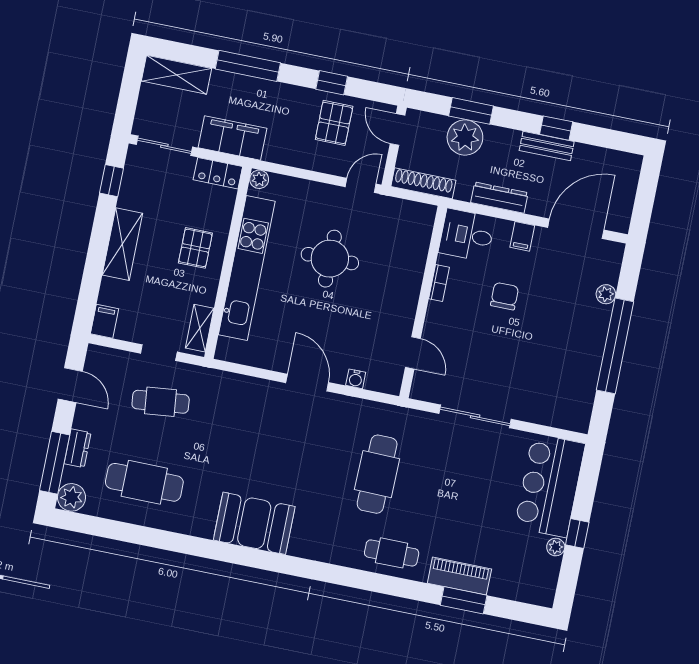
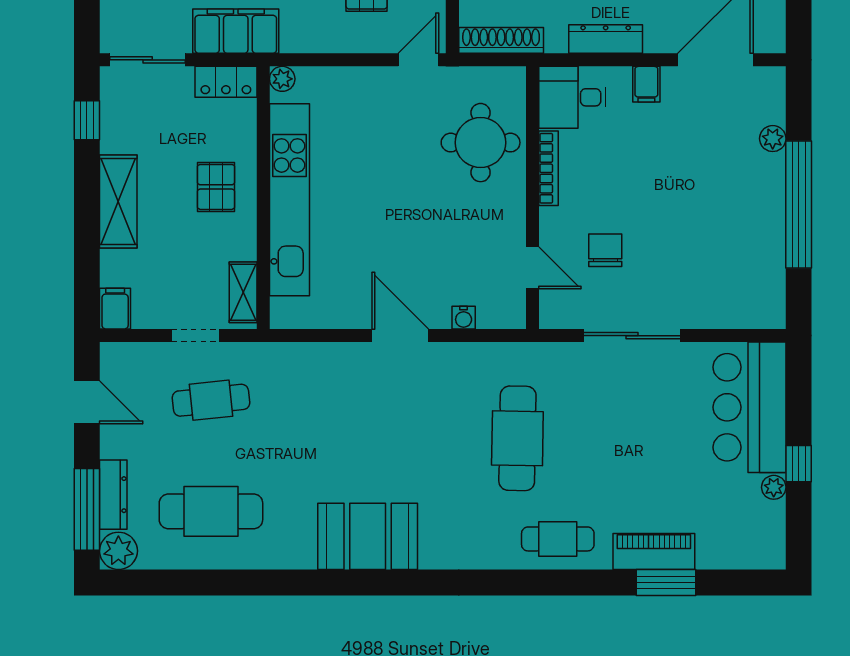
round table: (330, 259) -> (481, 143), moved
bookcase: (439, 283) -> (548, 168), width x1.56
chair: (505, 296) -> (605, 250), moved
dresser: (78, 448) -> (113, 495), width x1.44

